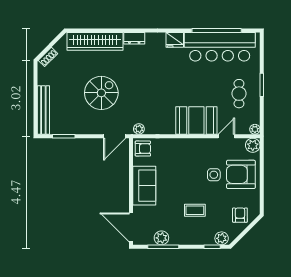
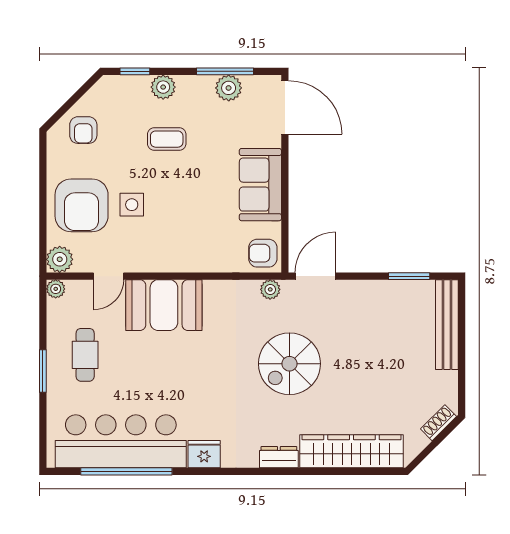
spiral stairs: (101, 93) -> (289, 364), moved
armchair: (241, 174) -> (82, 205), turned 90
plant: (222, 238) -> (163, 87), moved

